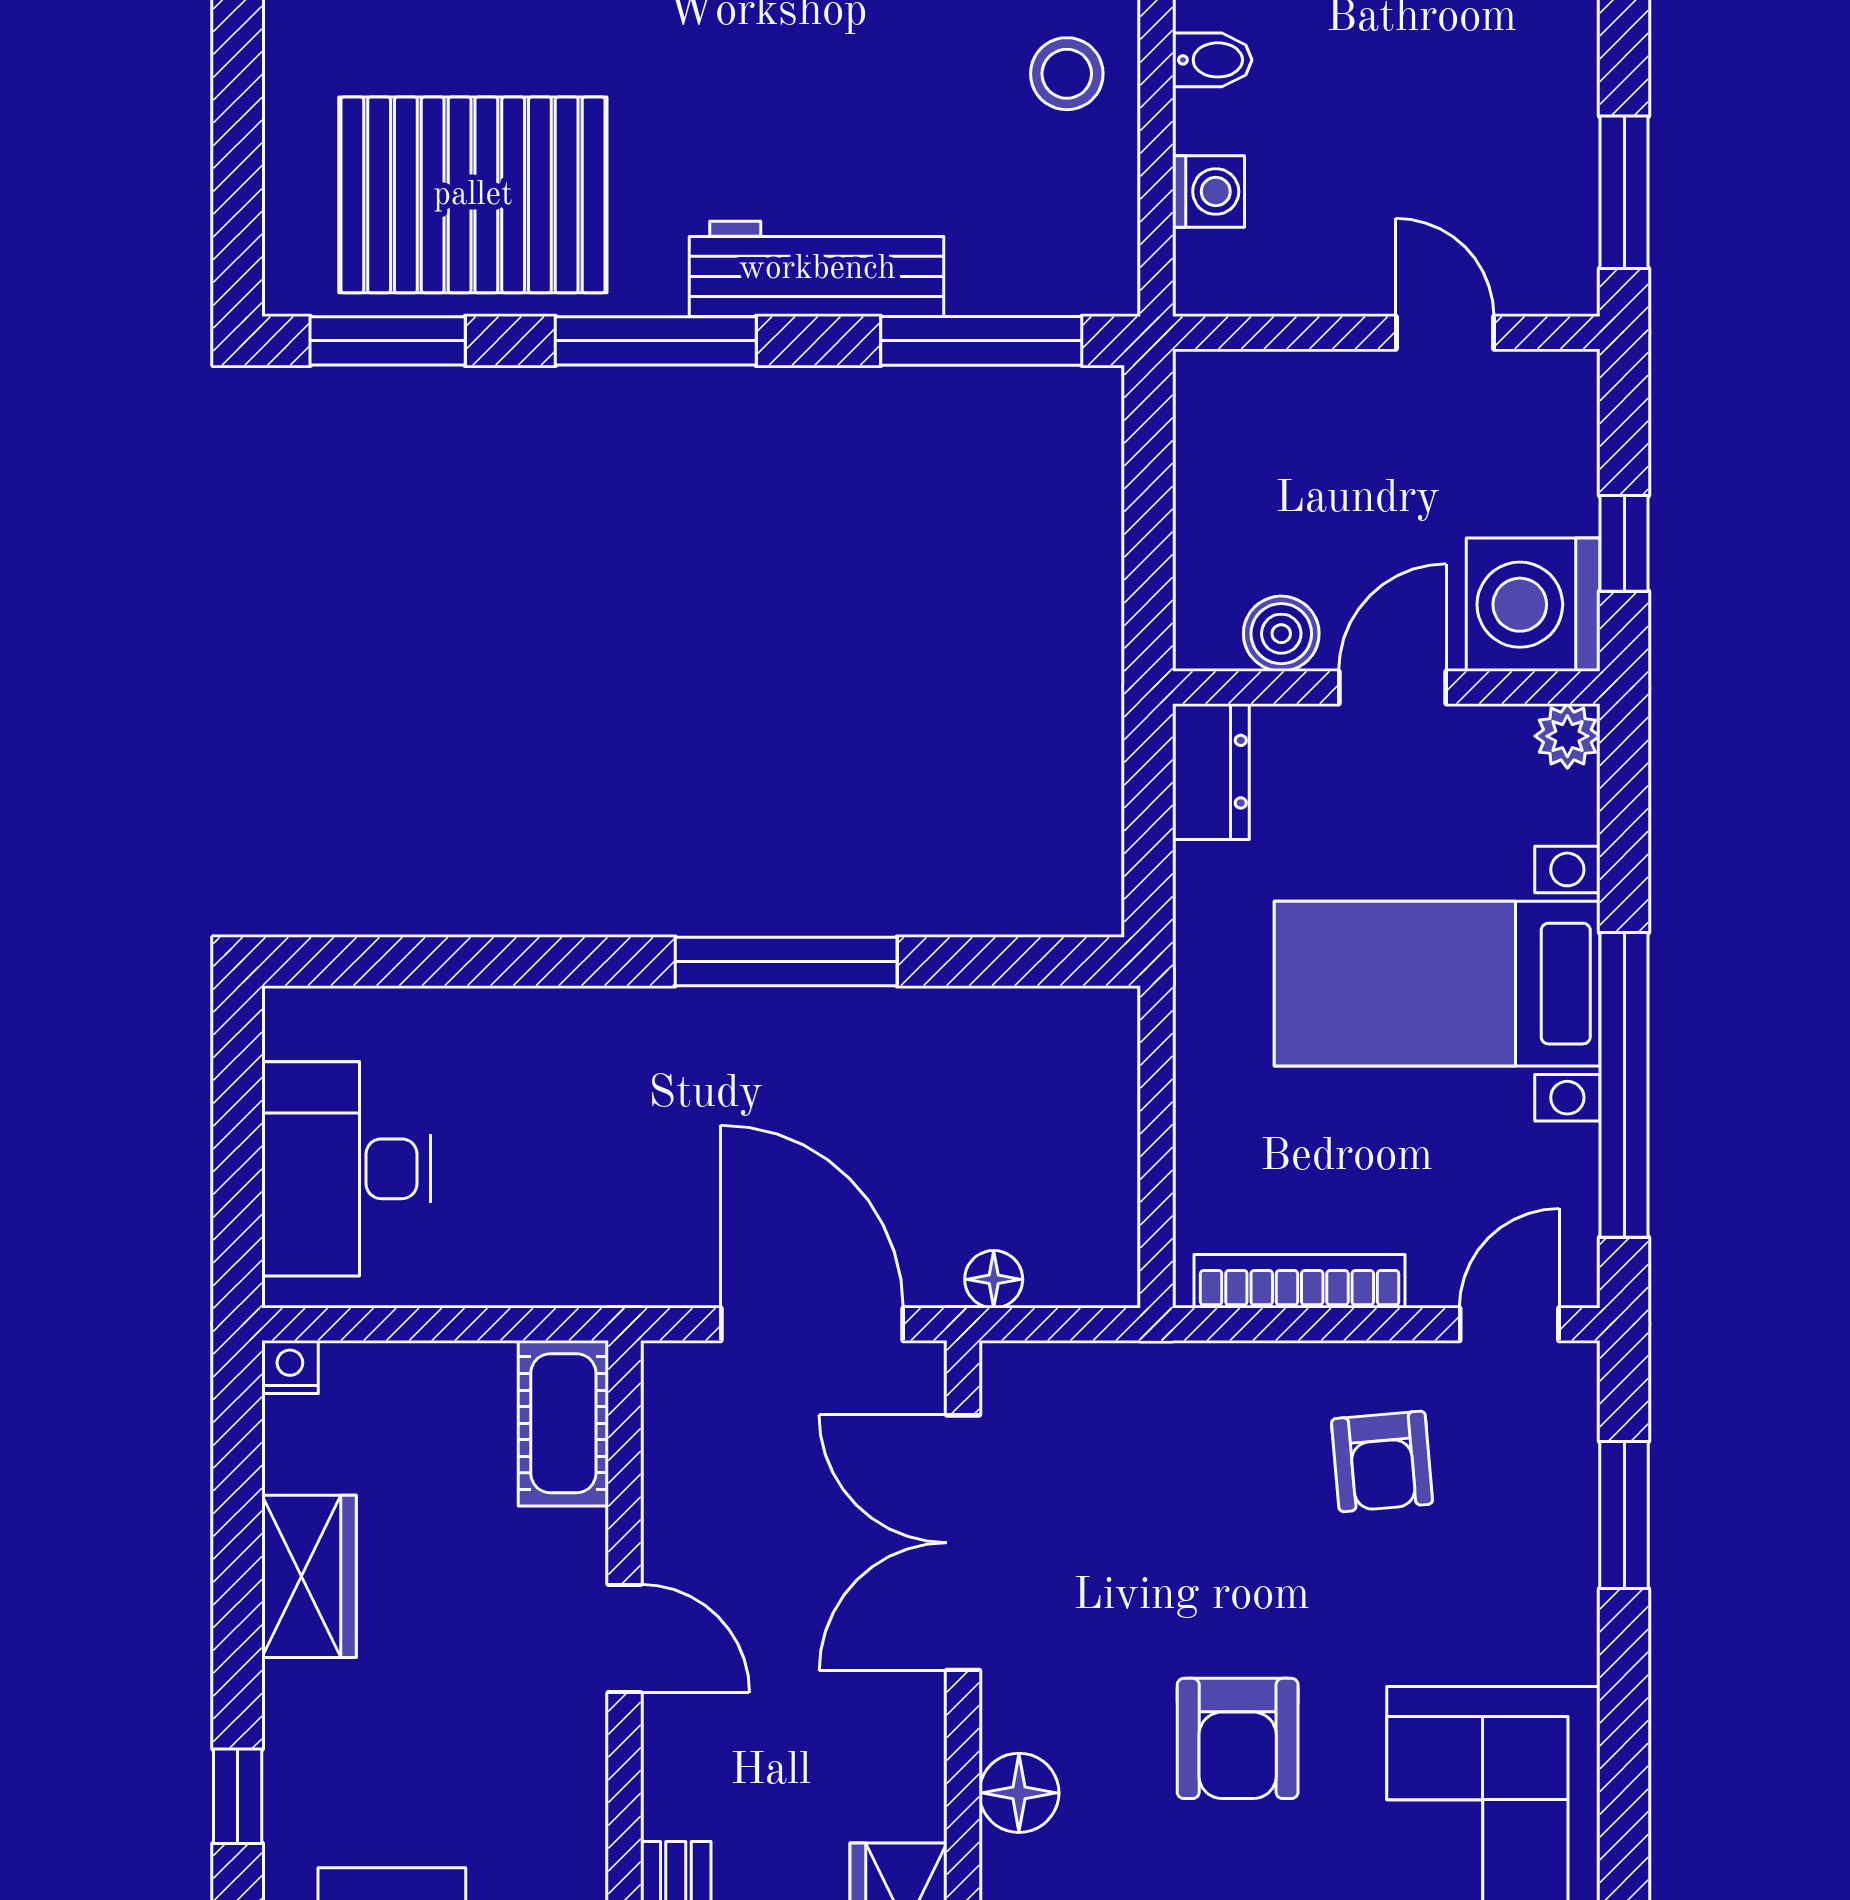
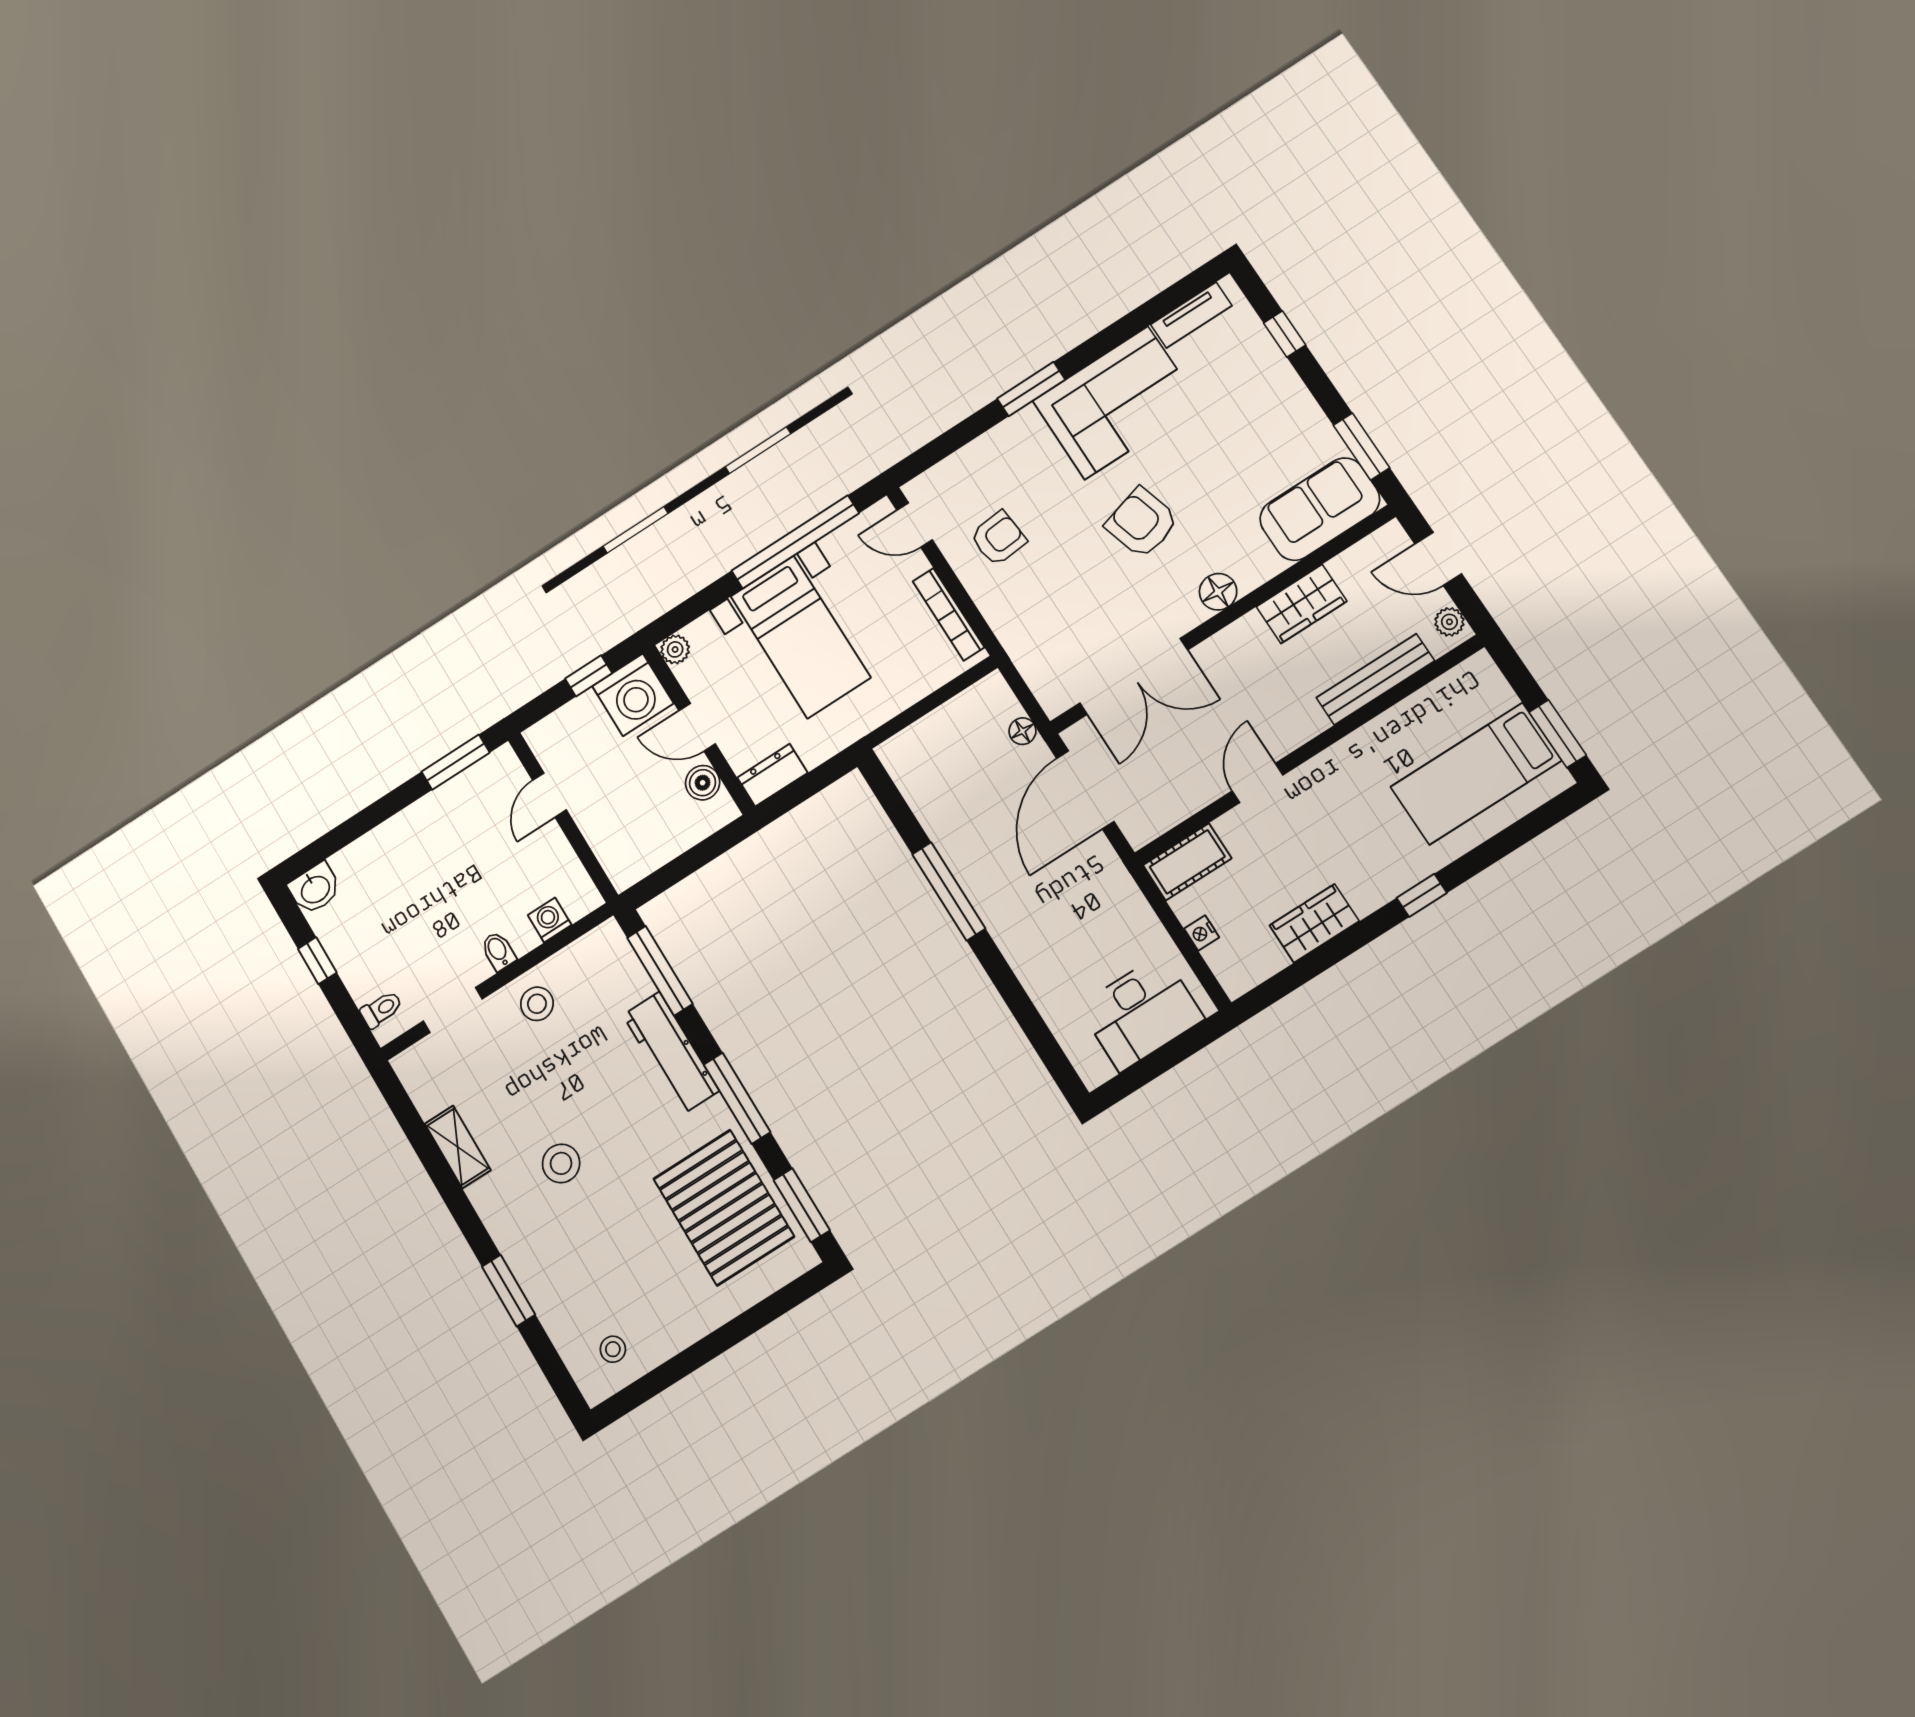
nightstand: (290, 1367) -> (1202, 933), moved
window: (1624, 1515) -> (1031, 389), moved
armchair: (1238, 1738) -> (1142, 523), turned -106

